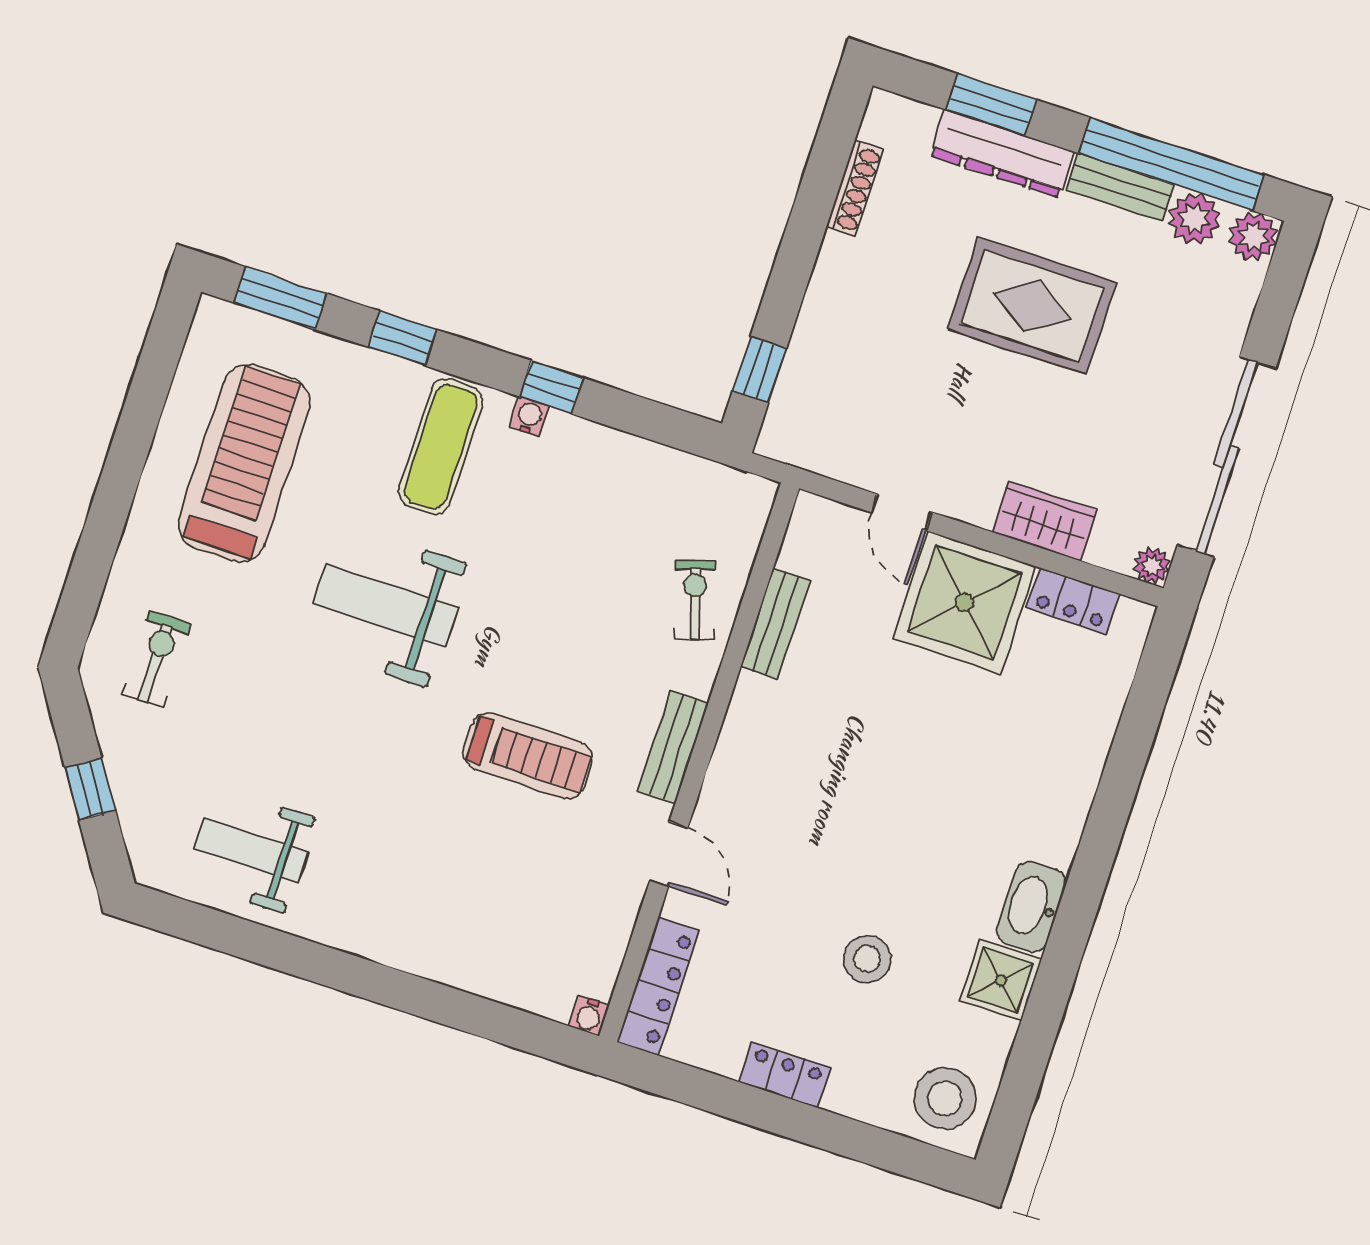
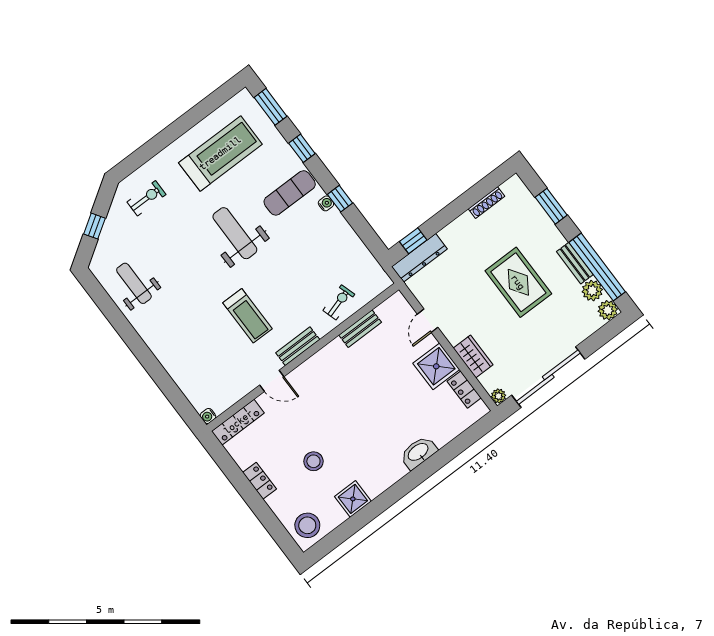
dresser: (1002, 154) -> (419, 258), moved, turned -90
shower: (964, 602) -> (436, 366), width x0.73, depth x0.73
door: (669, 854) -> (272, 381), hinge flipped
washbasin: (1031, 907) -> (418, 452), moved

